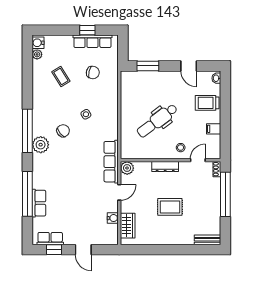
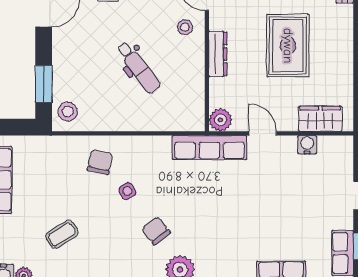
chair: (93, 73) -> (100, 162), moved
stool: (132, 80) -> (68, 112), added
dental chair: (157, 121) -> (138, 68), width x0.73, depth x0.72
rug: (170, 207) -> (288, 46), width x1.36, depth x1.43

